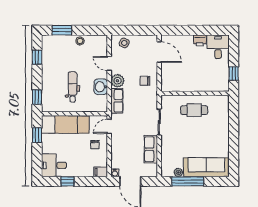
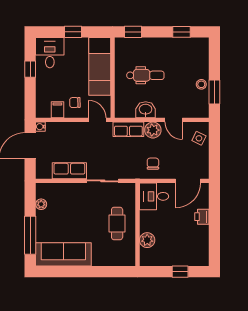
window: (62, 30) -> (214, 92), moved
printer: (200, 40) -> (202, 217), moved
desk: (218, 47) -> (154, 196), moved, turned 180
door: (109, 64) -> (174, 120), swing flipped
window: (234, 73) -> (180, 272), moved
plant: (208, 85) -> (147, 240), added
window: (37, 135) -> (73, 32), moved
sofa: (206, 167) -> (63, 254), moved, turned -90
filing cabinet: (101, 172) -> (57, 110), moved
window: (188, 181) -> (30, 235), moved

